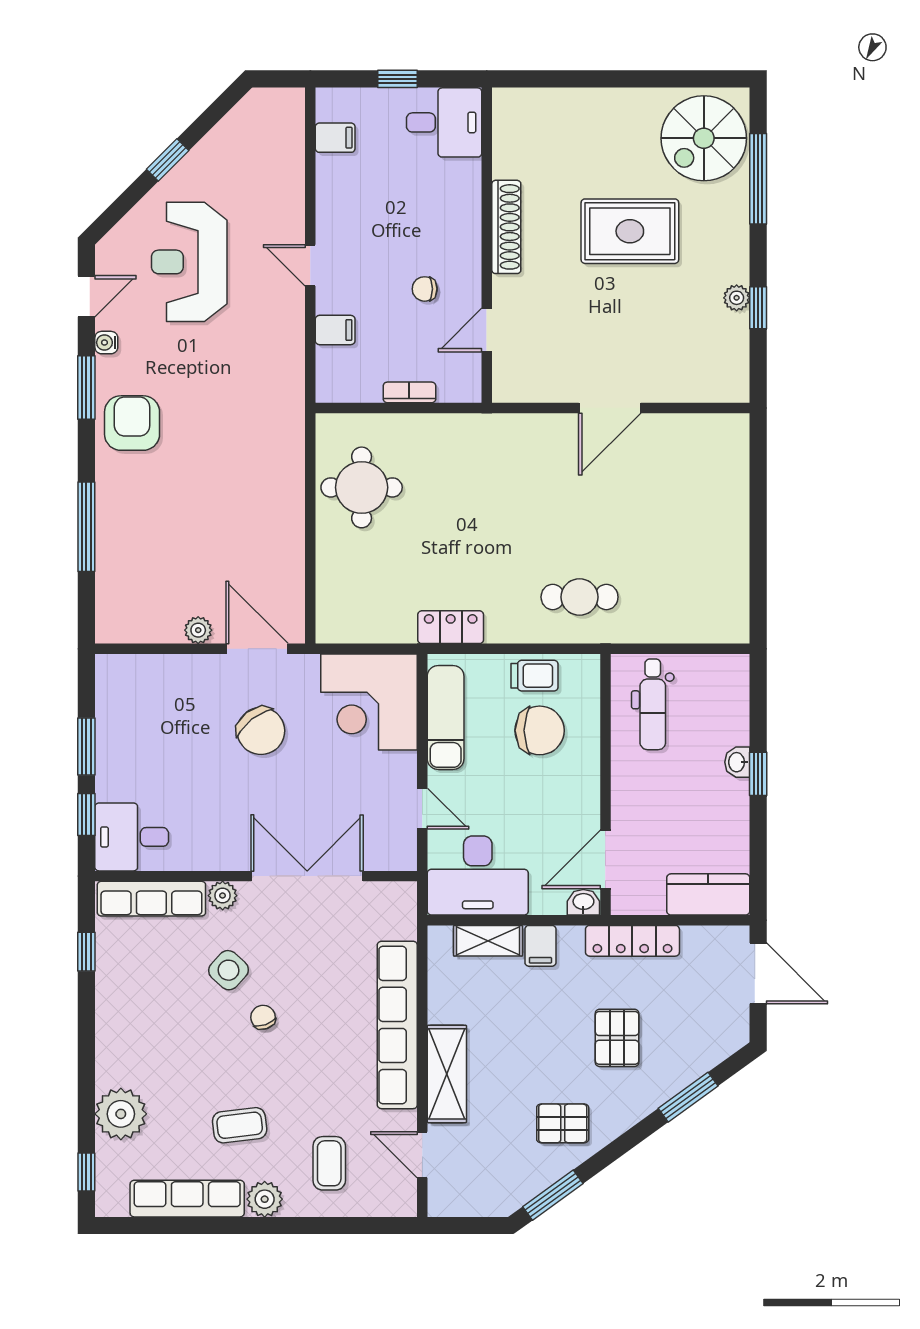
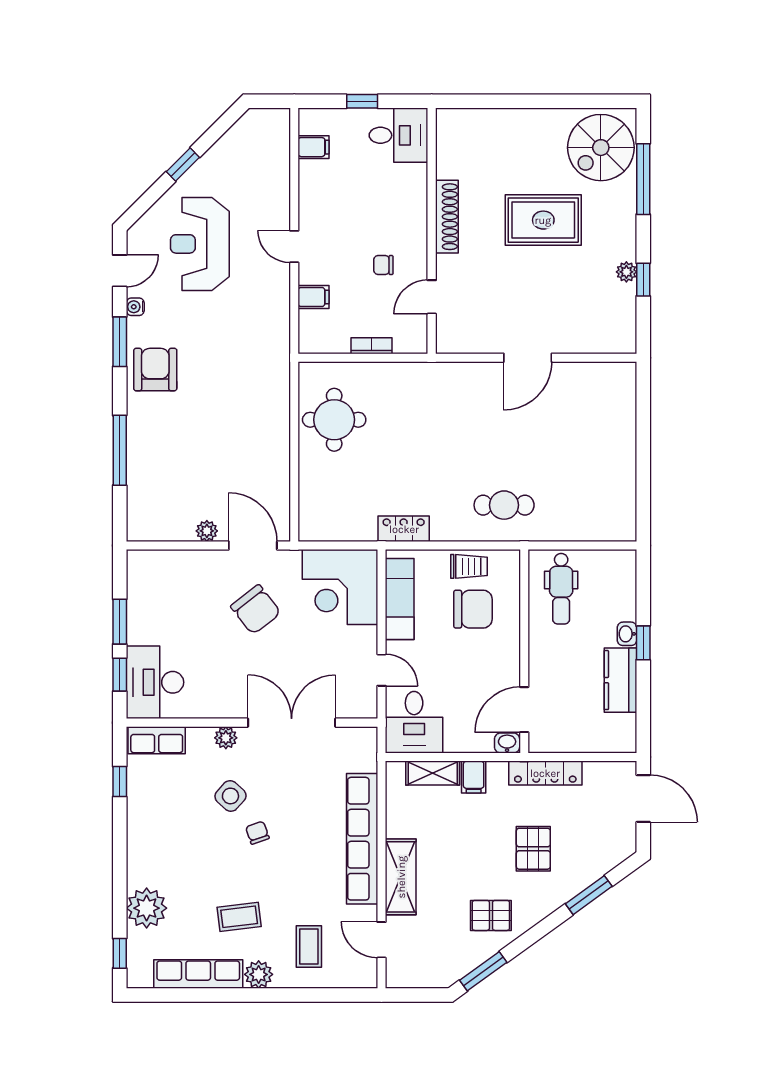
desk: (132, 837) -> (155, 682), width x1.37
desk: (478, 875) -> (414, 722), width x0.73
kitchen counter: (708, 894) -> (621, 680), moved, turned -90
row of seats: (151, 899) -> (157, 740), width x0.68

